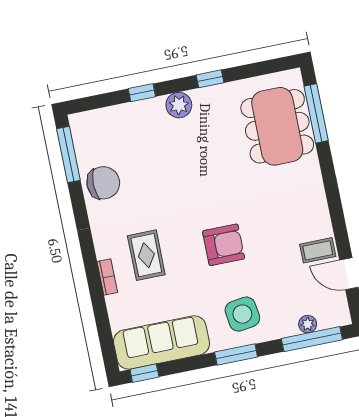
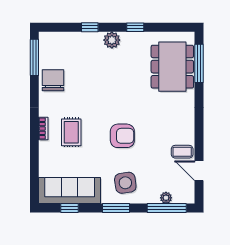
chair: (103, 183) -> (53, 80), turned -90
bookcase: (107, 277) -> (43, 128), moved
window: (144, 373) -> (69, 208), moved

